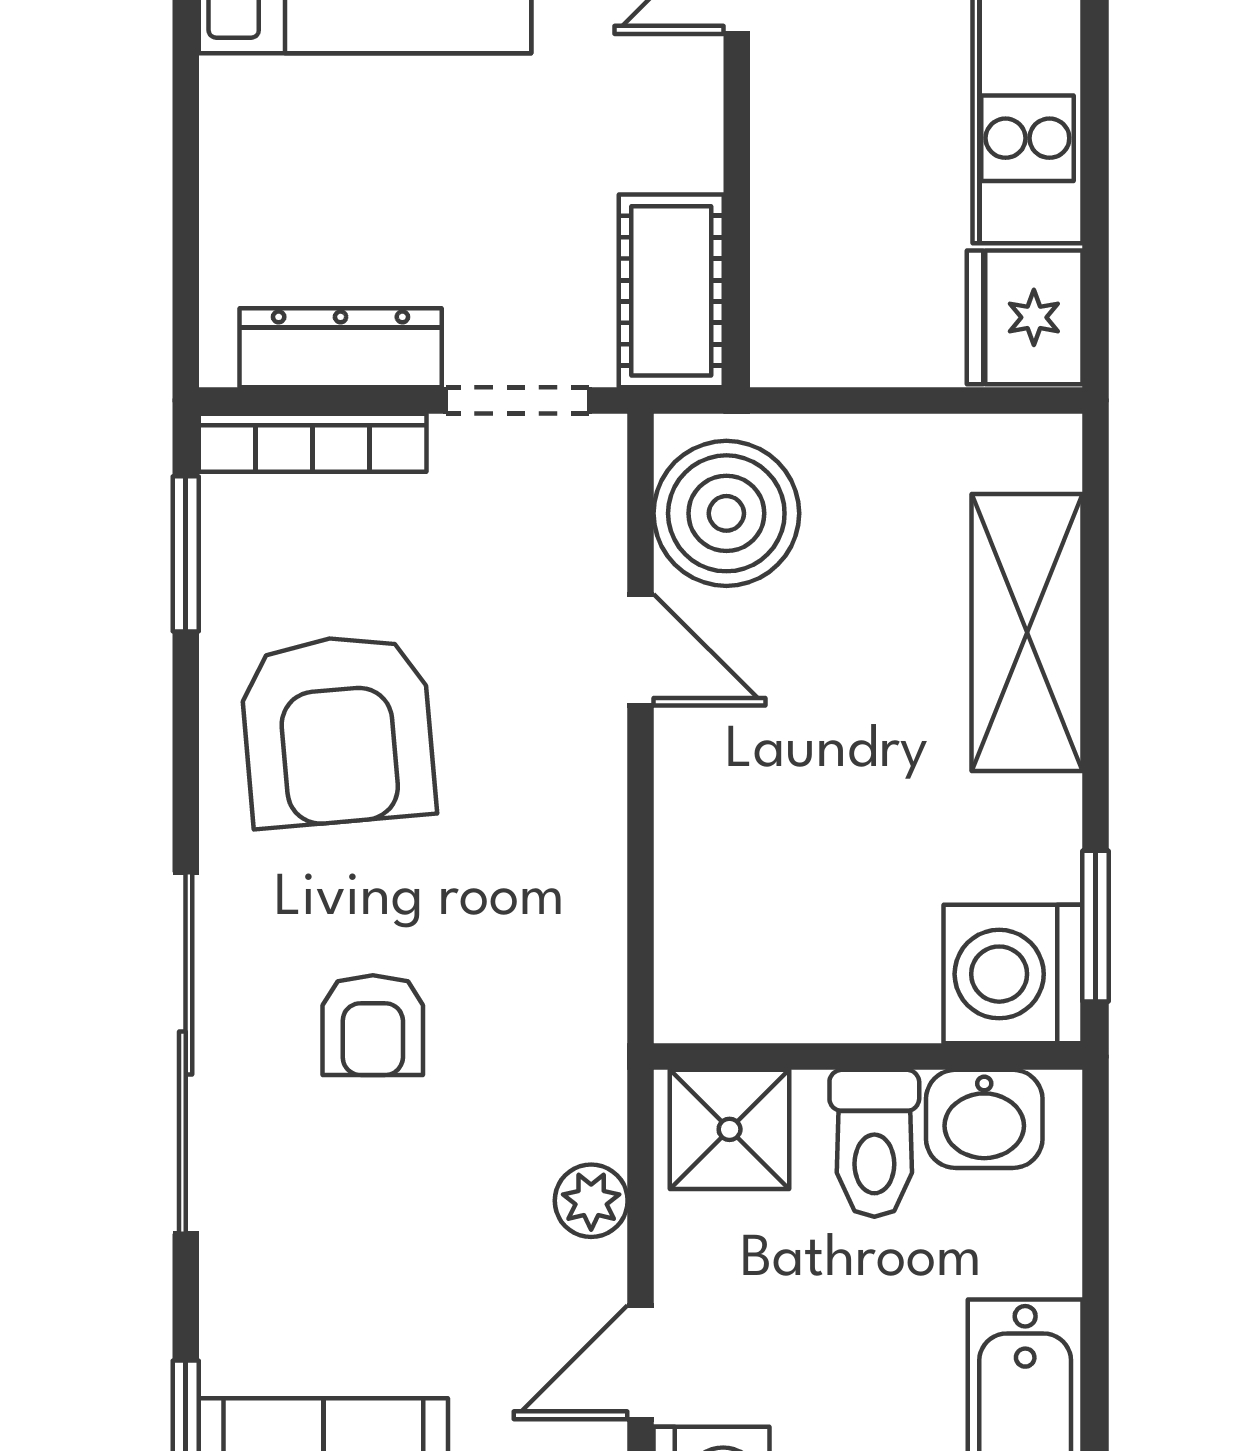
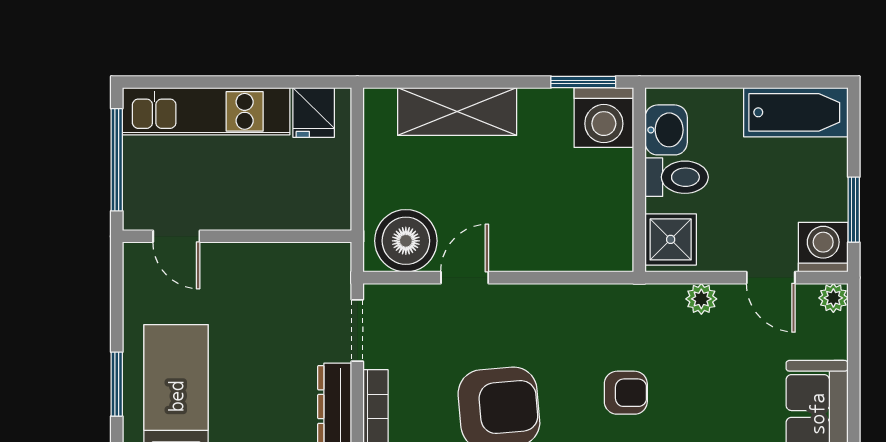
cot: (671, 291) -> (310, 264), removed
fridge: (1025, 317) -> (314, 113), width x0.72

